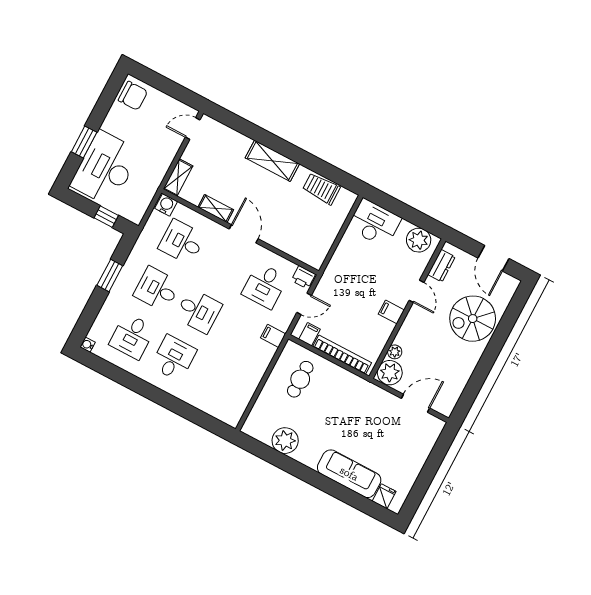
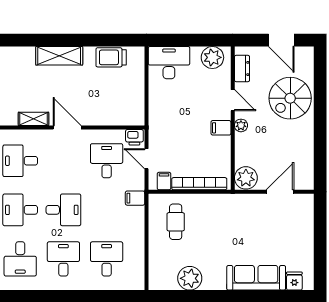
desk: (265, 286) -> (107, 161), turned 180
door: (304, 304) -> (146, 159), swing flipped
plant: (395, 352) -> (241, 125), moved
desk: (215, 380) -> (107, 259), added

